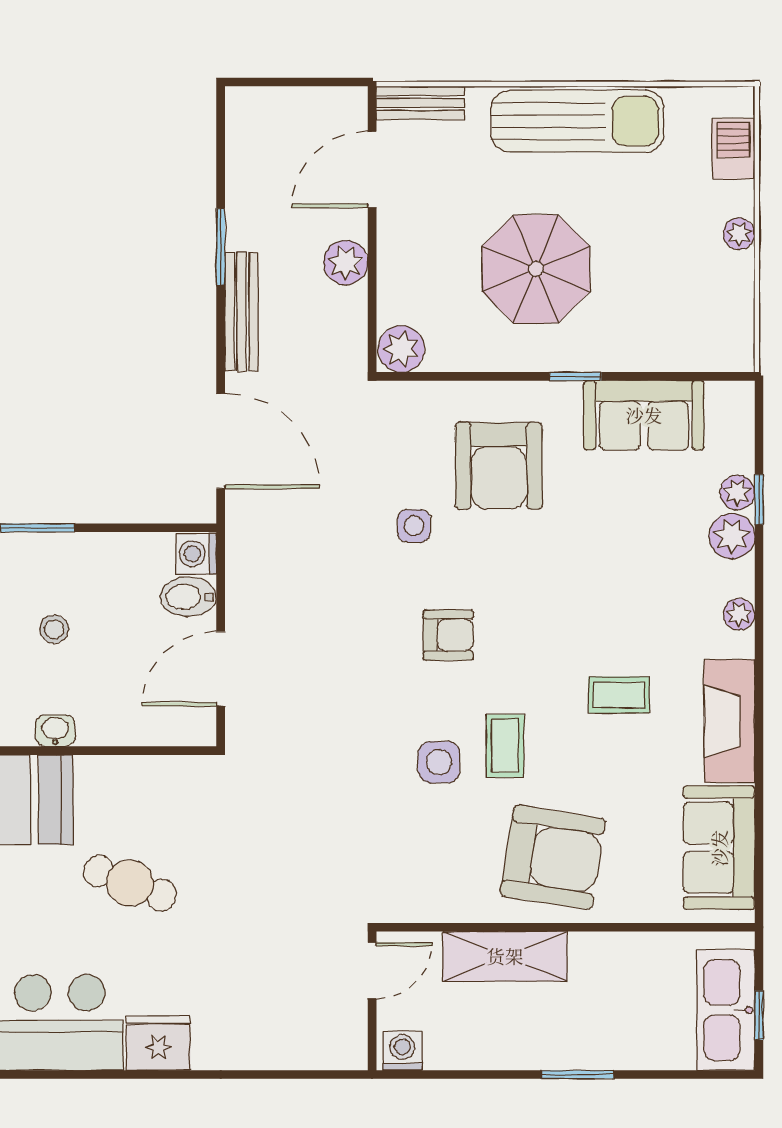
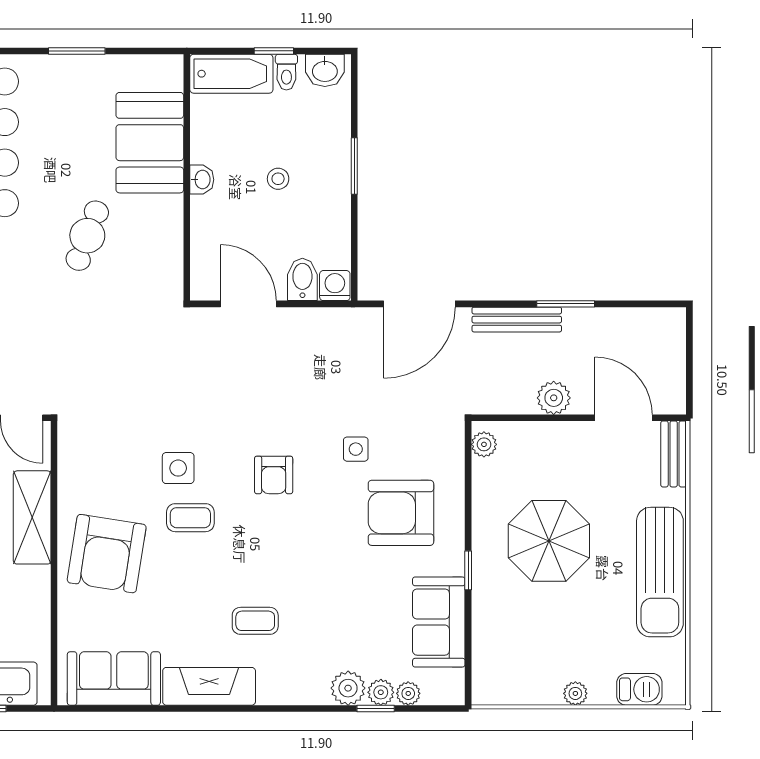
plant: (401, 349) -> (484, 444), width x0.73, depth x0.73
plant: (739, 614) -> (408, 693), moved
coffee table: (619, 695) -> (255, 621), moved, turned 90

